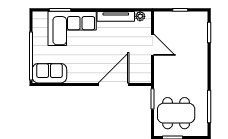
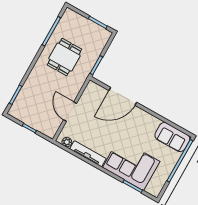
dining table: (176, 113) -> (64, 57), moved, width x0.73

